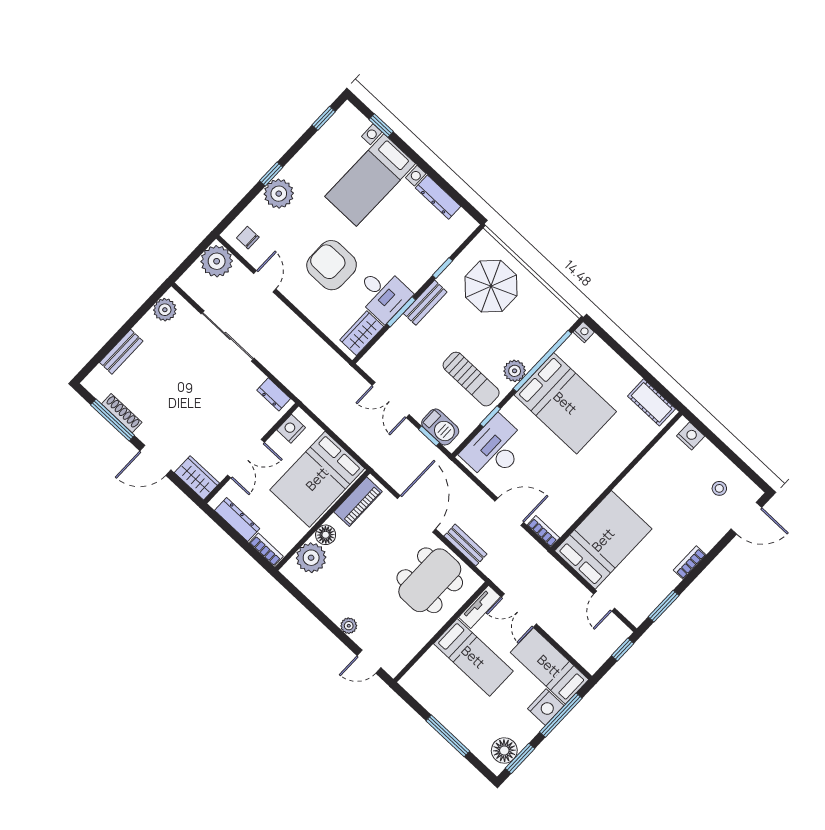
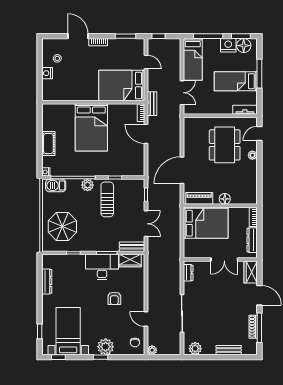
bed with nightstands: (370, 180) -> (68, 331), moved, turned -90
plant: (217, 261) -> (152, 350), width x0.53, depth x0.53
armchair: (332, 265) -> (114, 298), width x0.53, depth x0.53
door: (265, 281) -> (146, 319), hinge flipped
desk: (383, 294) -> (102, 267), width x1.37
bench: (425, 303) -> (132, 247), moved
cot: (651, 402) -> (48, 143), moved
bed: (565, 403) -> (91, 127), moved, turned 180
barbecue: (440, 427) -> (56, 185), moved, turned -90
nightstand: (291, 429) -> (195, 253), removed
nightstand: (691, 436) -> (47, 73), moved
desk: (495, 449) -> (126, 163), removed
double door: (246, 459) -> (224, 260), swing flipped
door: (746, 518) -> (78, 36), moved
bench: (465, 545) -> (152, 104), moved
plant: (311, 558) -> (239, 196), removed
dining table: (430, 580) -> (225, 145), moved, turned 90
door: (604, 601) -> (146, 62), hinge flipped
tv unit: (480, 607) -> (245, 110), moved
bed: (473, 657) -> (236, 81), moved, turned -90
door: (369, 662) -> (259, 133), swing flipped
nightstand: (546, 707) -> (228, 45), moved

